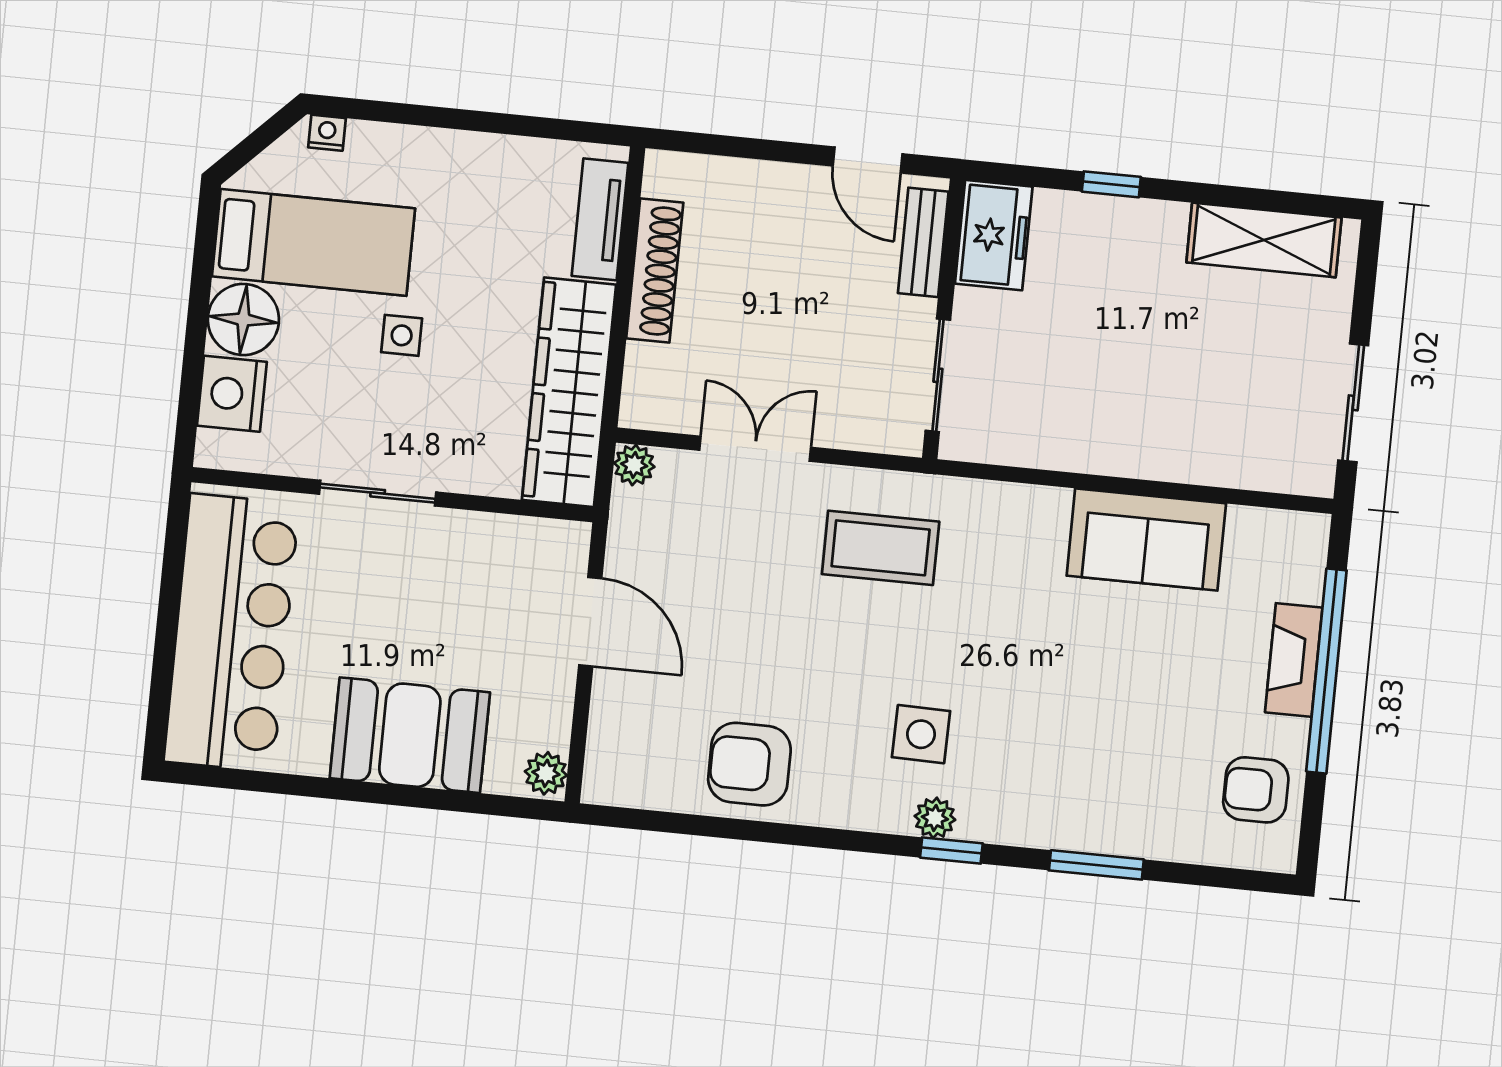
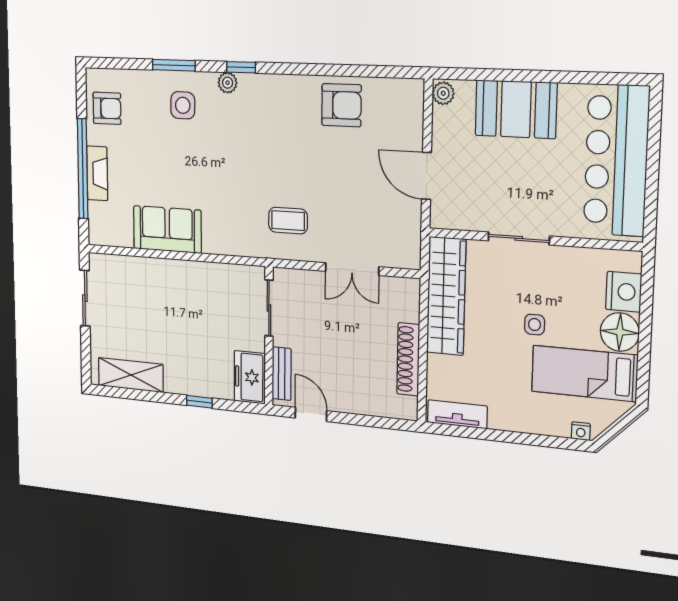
tv unit: (600, 219) -> (457, 414), moved, turned -90
plant: (634, 465) -> (411, 259), removed
sliding door: (378, 493) -> (519, 238), moved
coffee table: (881, 548) -> (288, 221), width x0.73, depth x0.77
side table: (921, 734) -> (183, 105), moved
plant: (935, 818) -> (228, 83), moved

